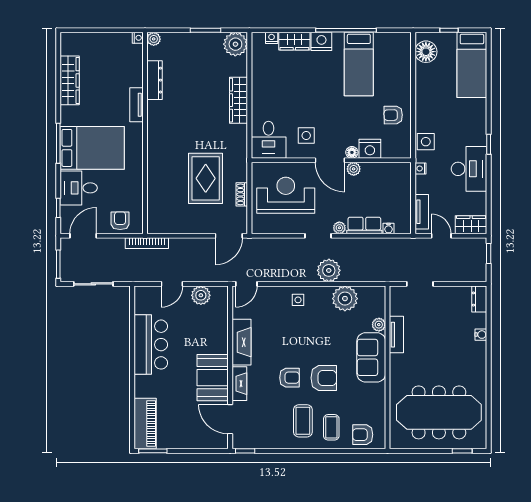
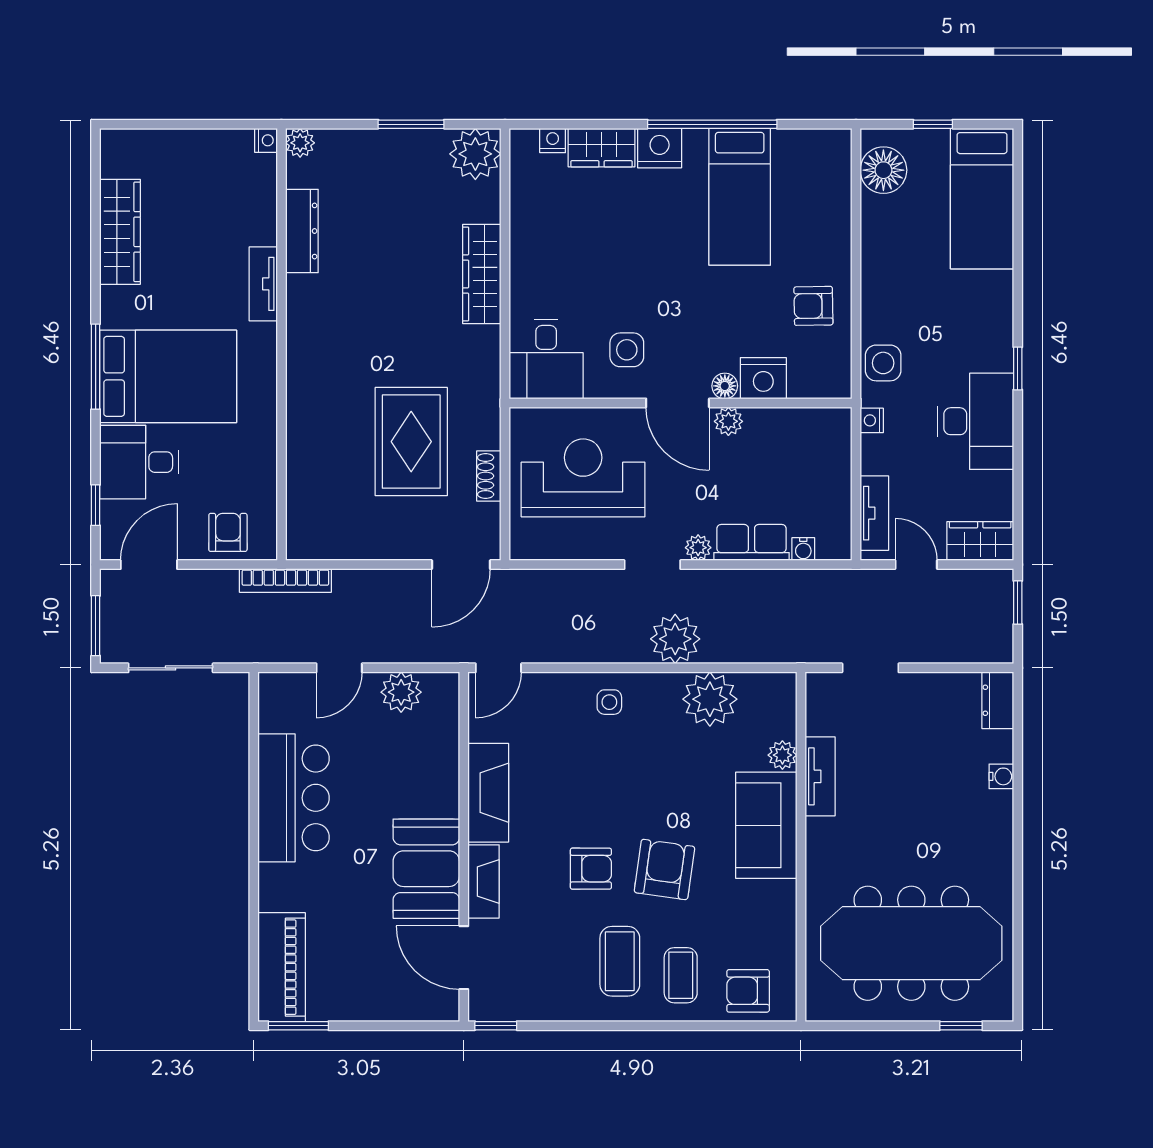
armchair: (324, 378) -> (664, 869), turned -82

